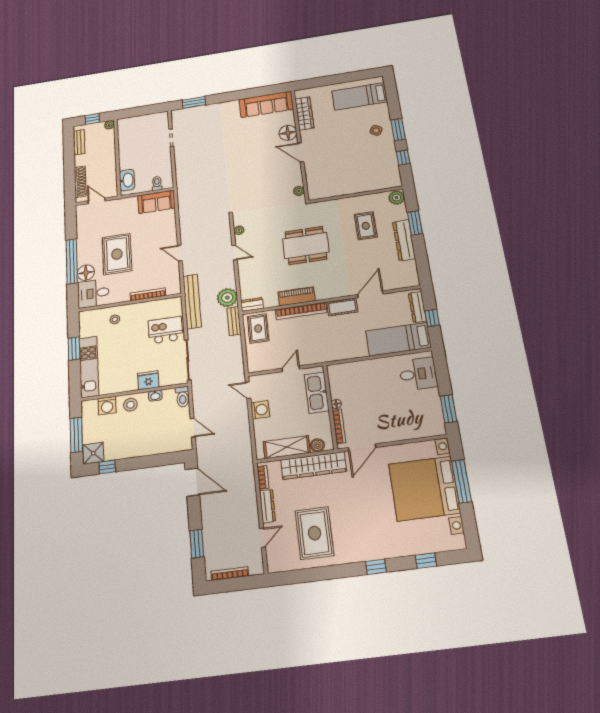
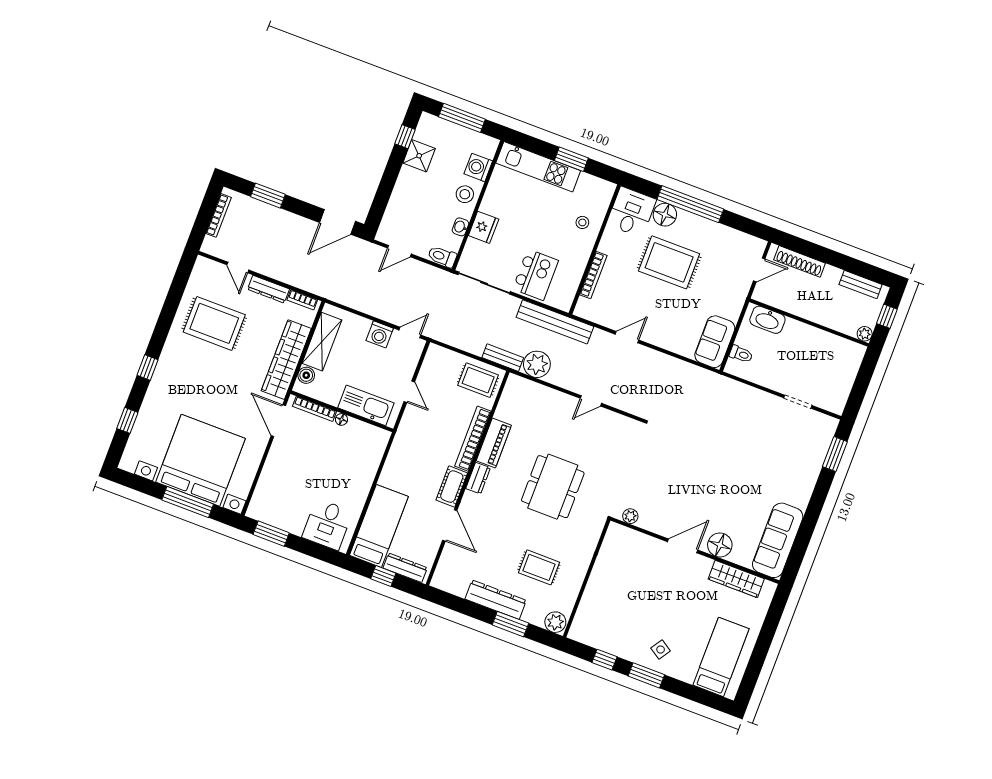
plant: (239, 230) -> (618, 420), removed
dresser: (252, 304) -> (478, 478), moved
shower: (93, 453) -> (419, 156), moved

